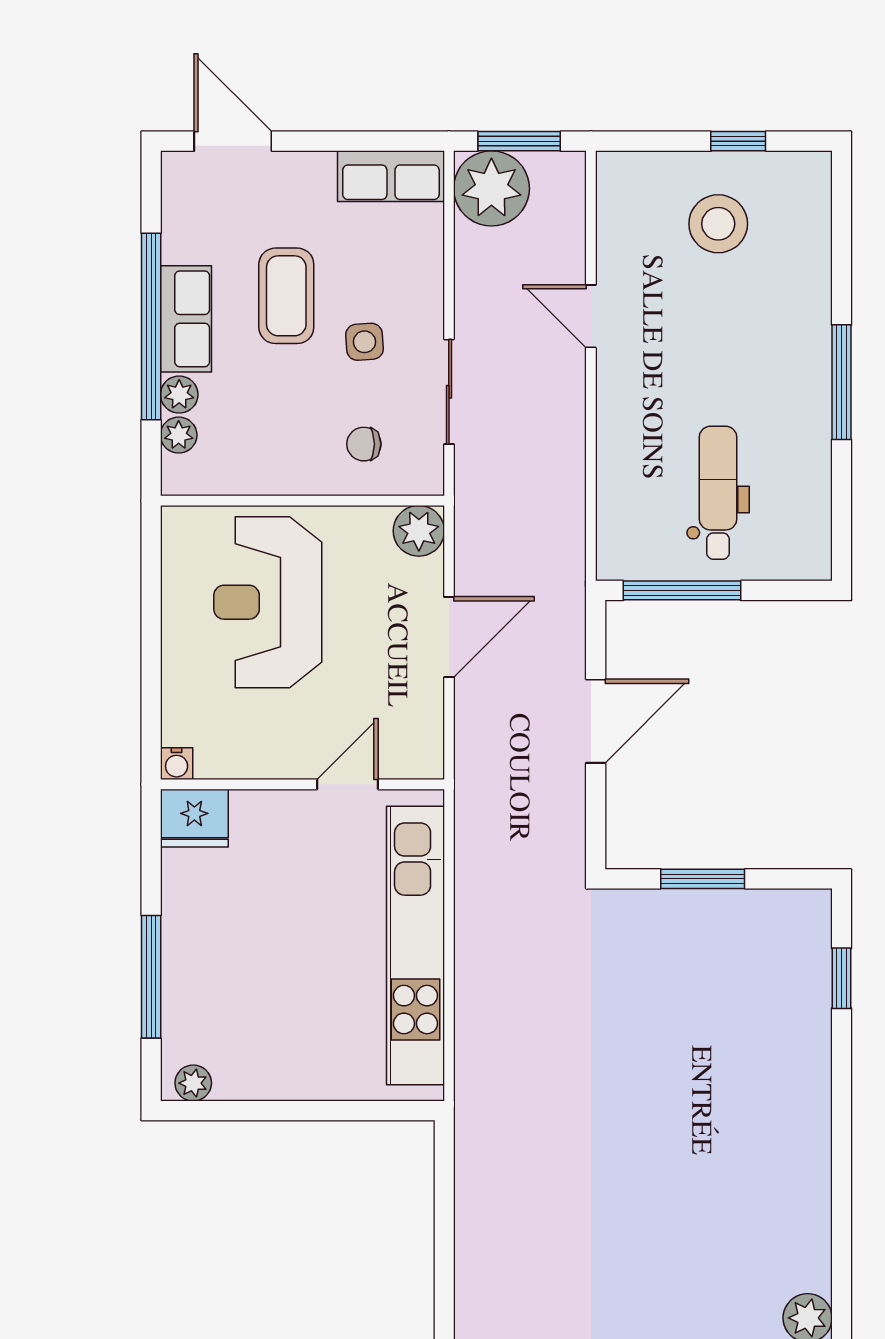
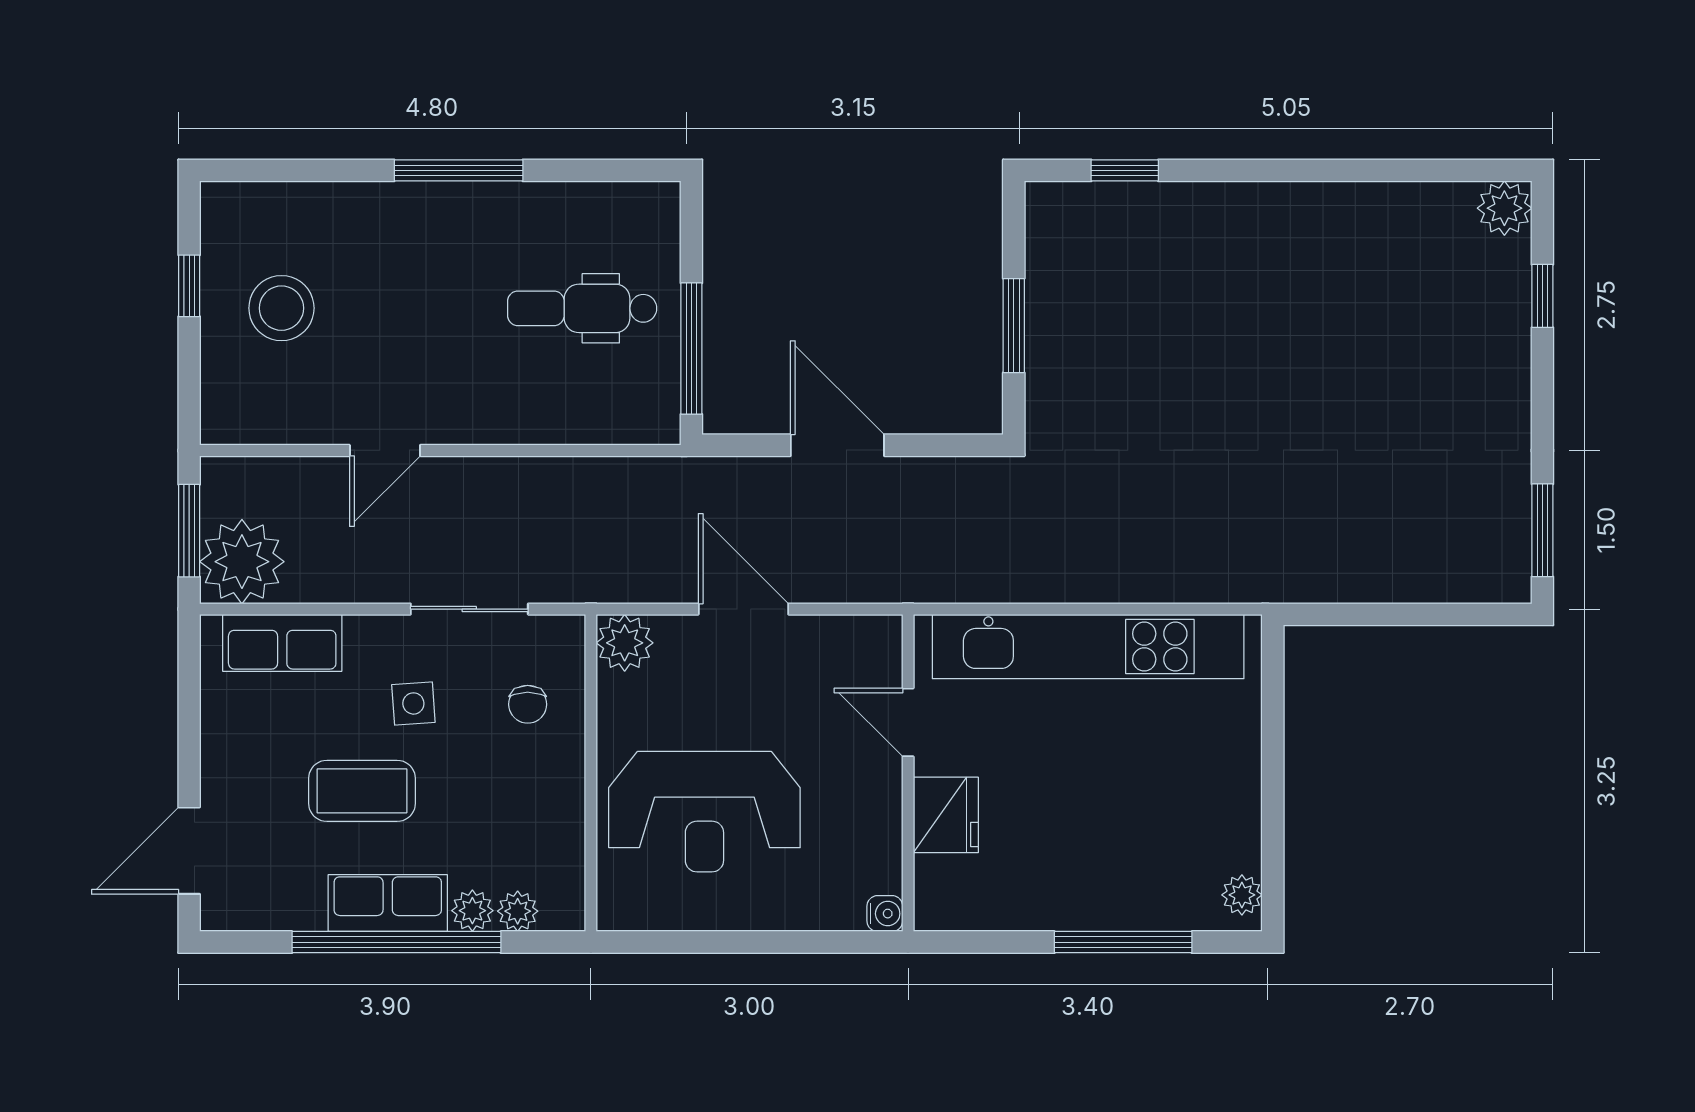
row of seats: (391, 176) -> (282, 643), moved, turned 90
fridge: (194, 818) -> (946, 815), moved

